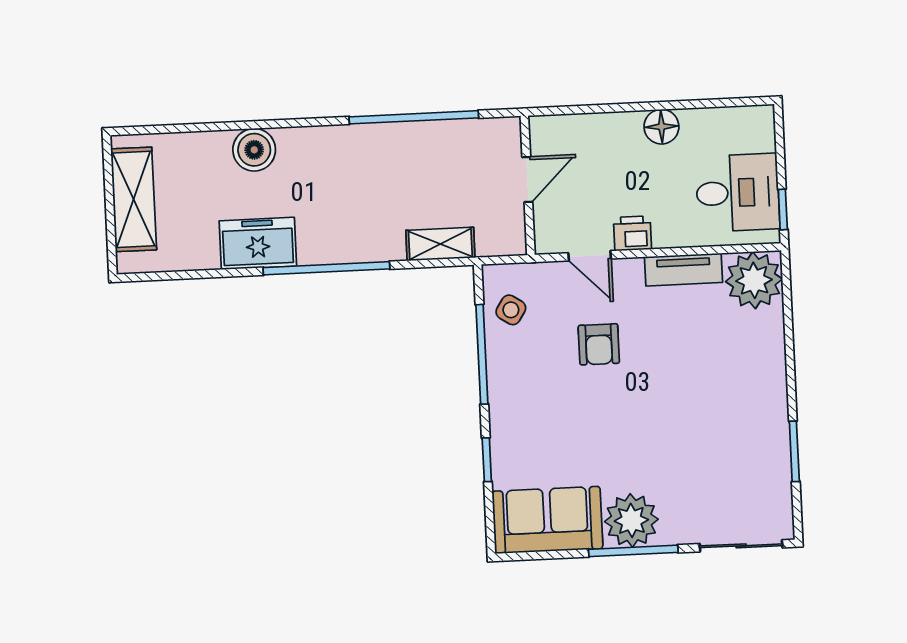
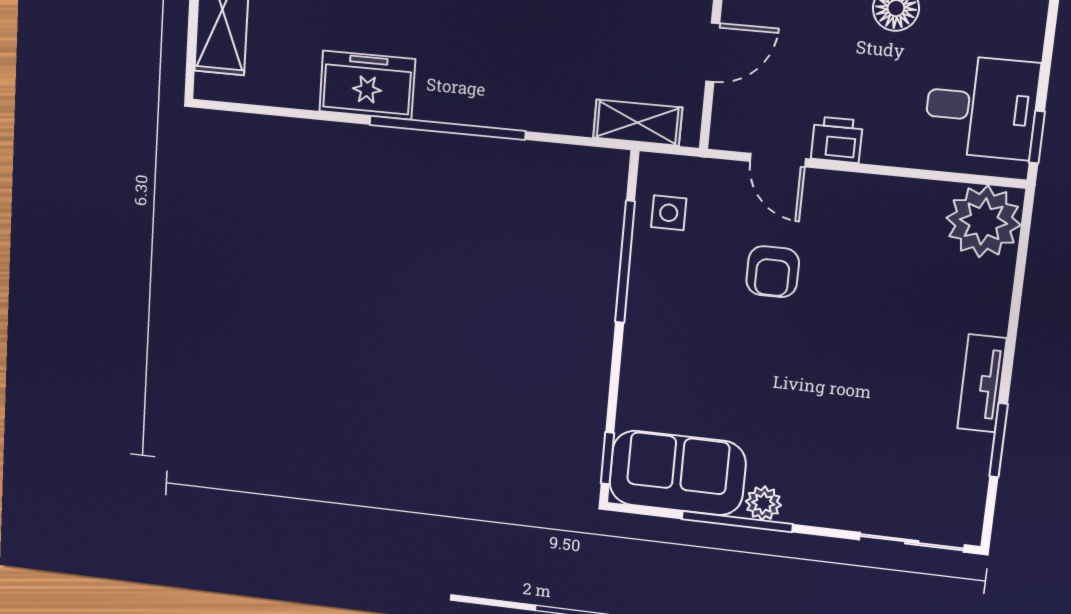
shelving: (440, 244) -> (638, 123), moved
tv unit: (684, 270) -> (982, 383), moved, turned 90
side table: (511, 310) -> (669, 213), turned -33
window: (487, 460) -> (607, 458), moved
plant: (631, 520) -> (763, 503), width x0.53, depth x0.53
window: (633, 551) -> (737, 522), moved

